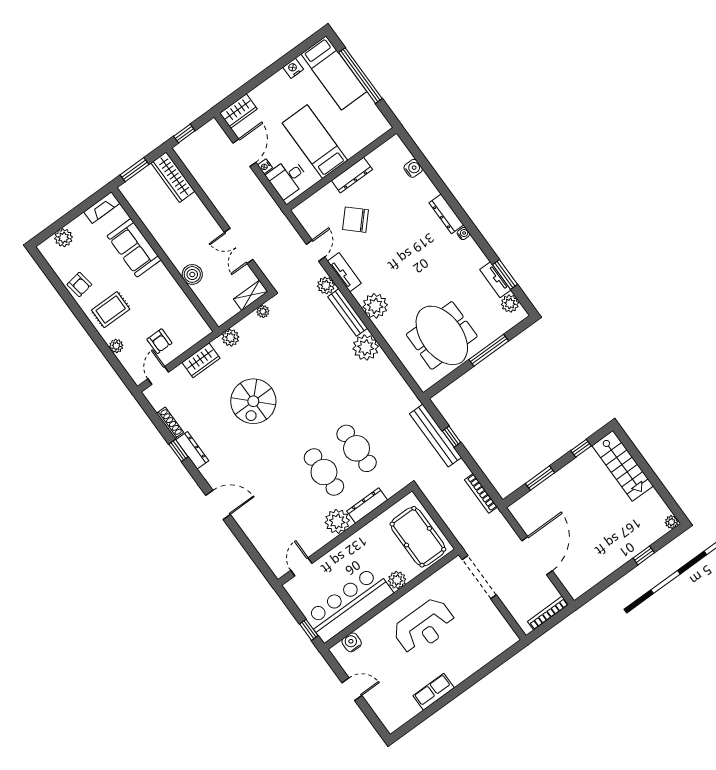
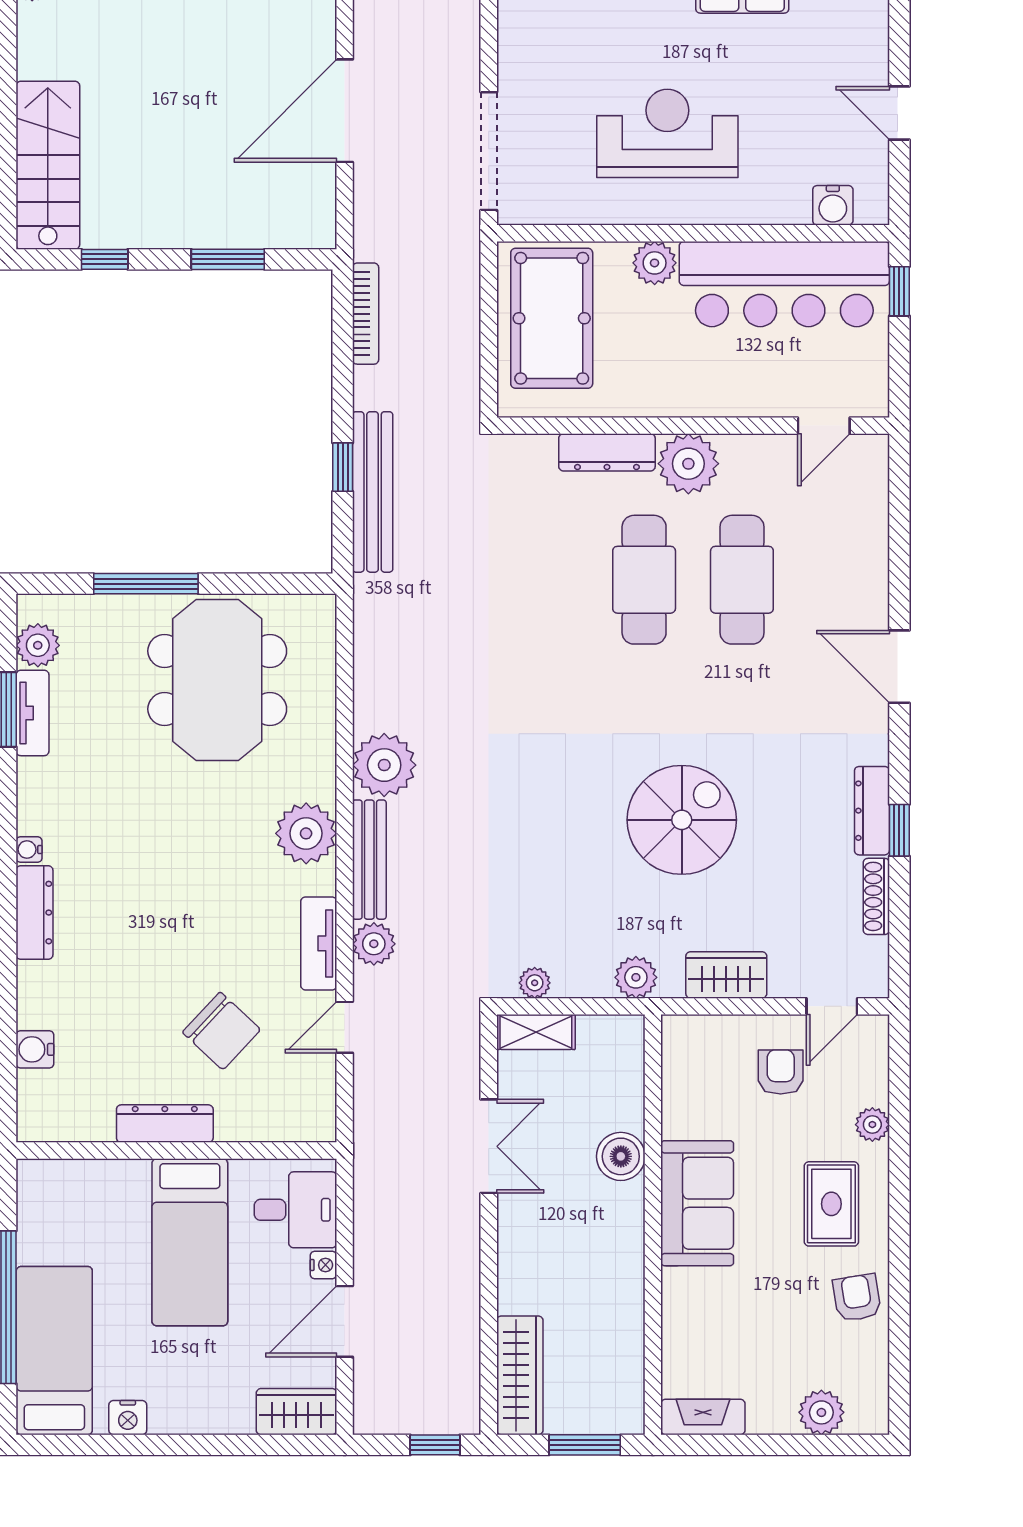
sofa: (134, 248) -> (697, 1203), moved
rug: (111, 310) -> (831, 1204), turned 90
cafe table: (357, 448) -> (742, 580), moved

